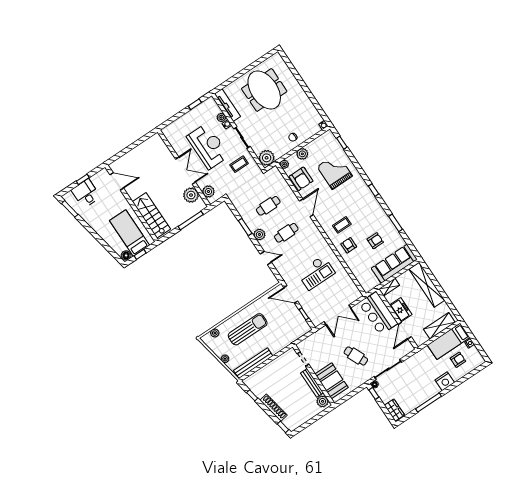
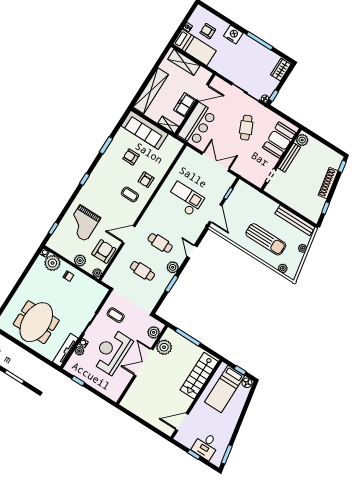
plant: (267, 158) -> (52, 263), moved
door: (117, 181) -> (182, 422), hinge flipped
sun lounger: (248, 329) -> (266, 239), turned 180

